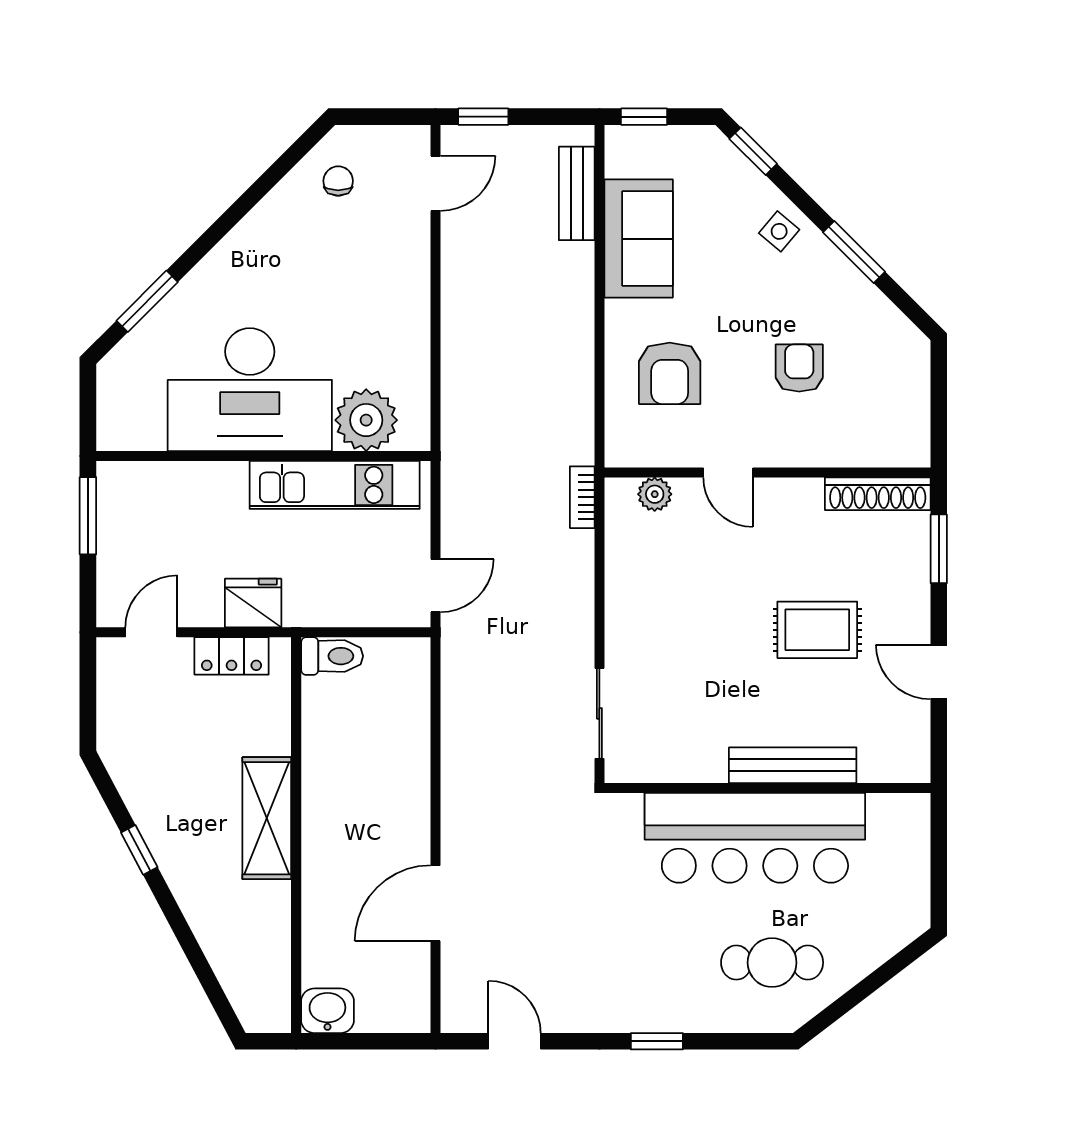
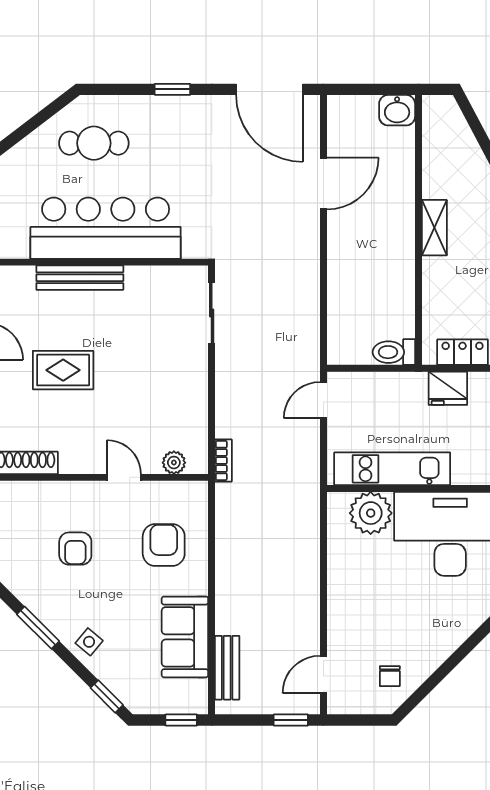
shelving: (267, 818) -> (434, 228), width x0.67, depth x0.75
door: (515, 1041) -> (270, 89), width x1.87

